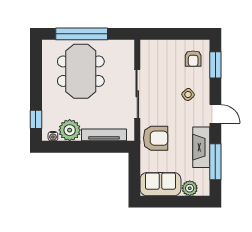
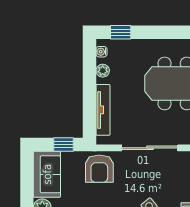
plant: (70, 130) -> (103, 71), width x0.53, depth x0.53
window: (134, 170) -> (63, 145), added

